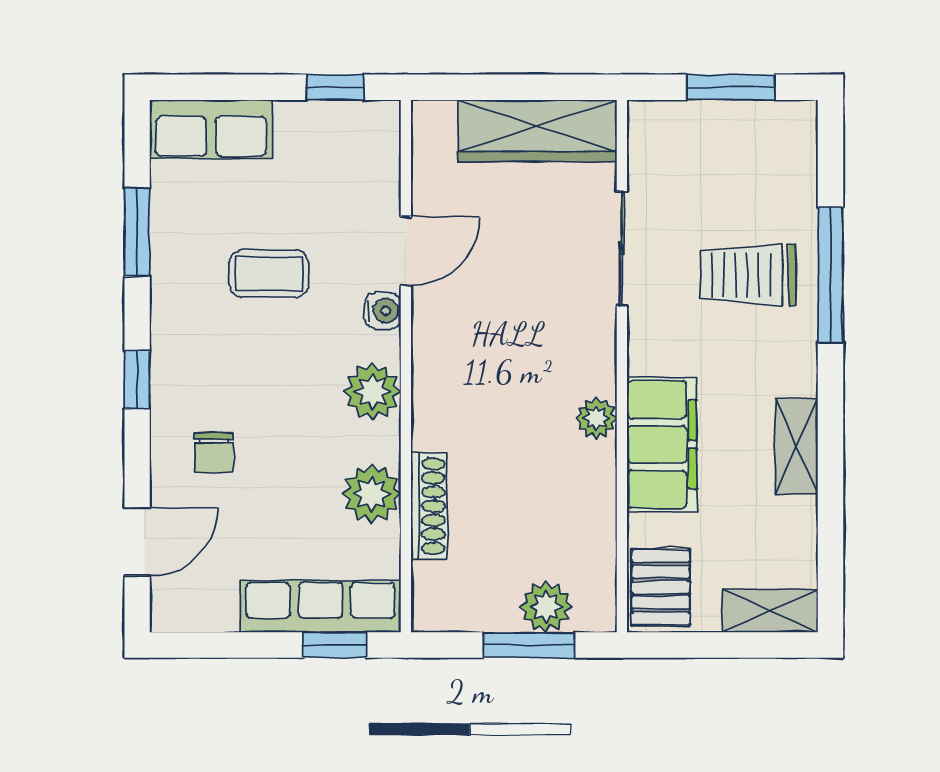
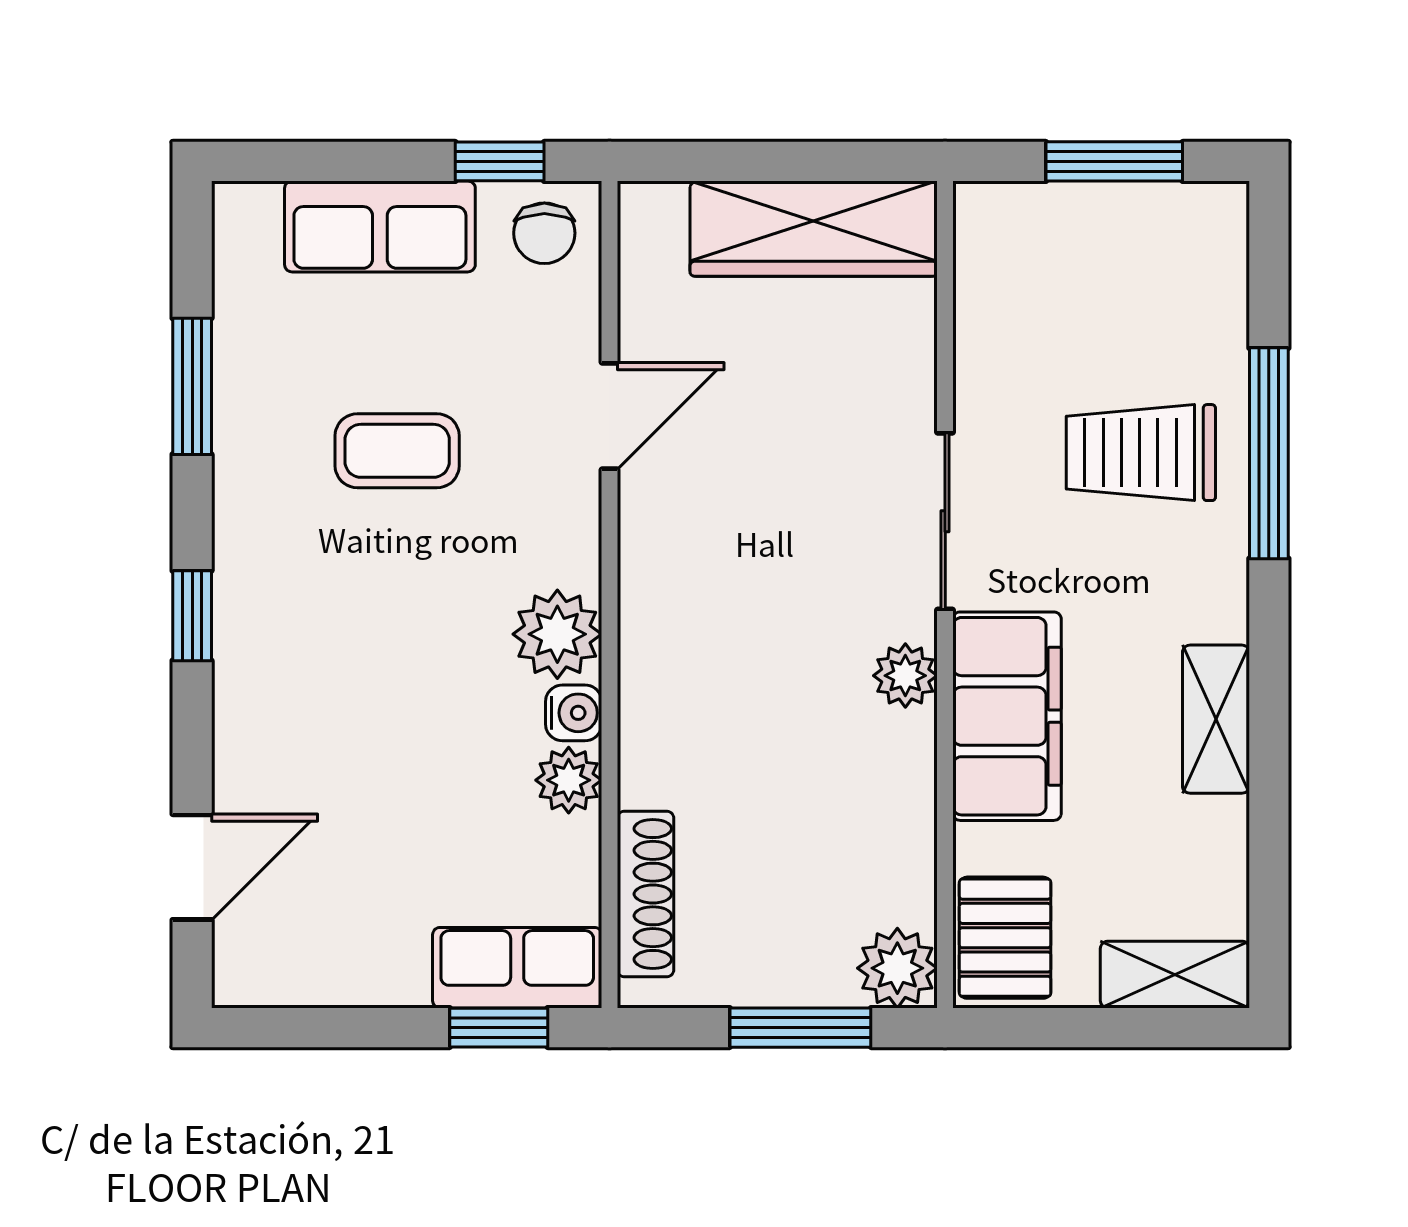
row of seats: (211, 129) -> (380, 226), moved
sliding door: (622, 248) -> (945, 521), moved
water cooler: (383, 311) -> (574, 713), moved
chair: (214, 453) -> (544, 233), moved
plant: (372, 494) -> (569, 780), width x0.73, depth x0.73
shoe rack: (429, 506) -> (646, 894), moved
row of seats: (320, 606) -> (517, 968), width x0.68
plant: (546, 607) -> (897, 968), moved

